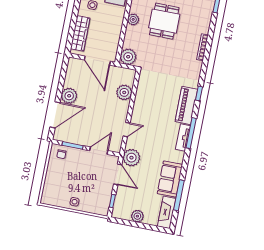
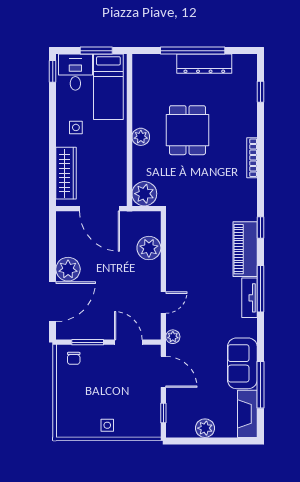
door: (99, 151) -> (128, 342), hinge flipped
plant: (131, 158) -> (173, 337), width x0.53, depth x0.53

